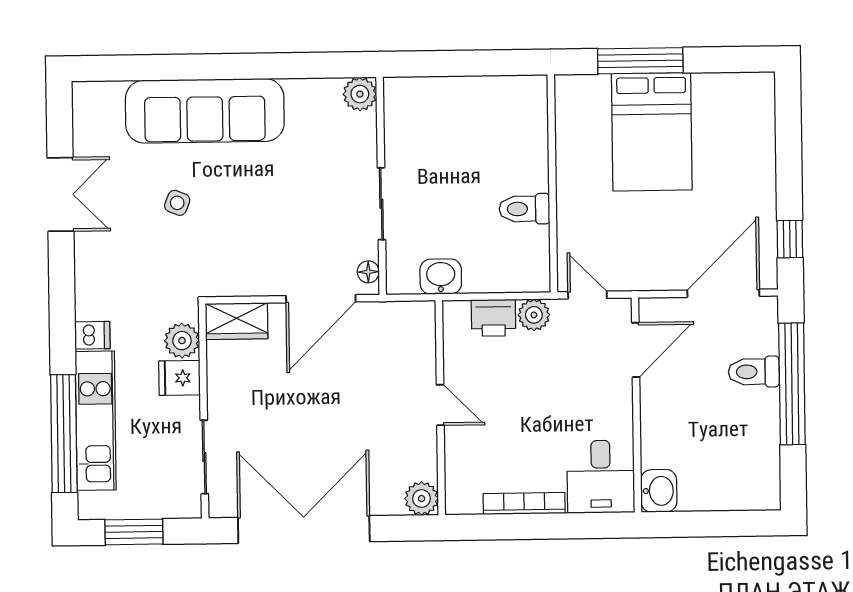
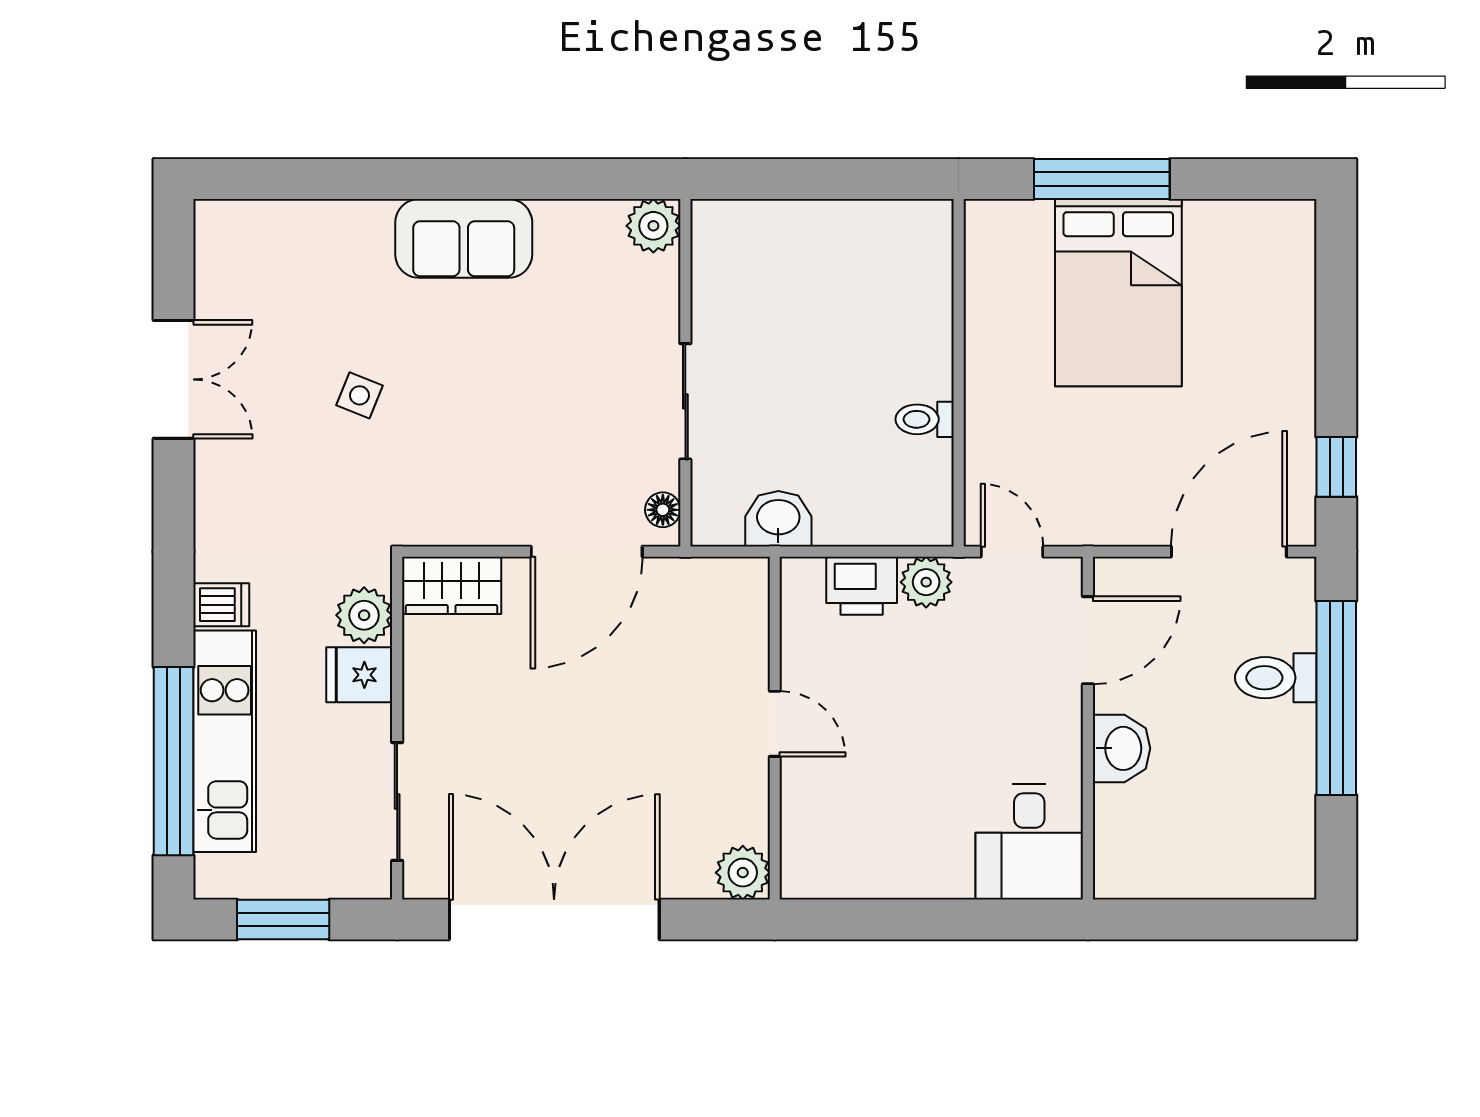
sofa: (205, 111) -> (464, 238), width x0.54, depth x0.79
toilet: (524, 209) -> (925, 419), width x0.73, depth x0.72
washbasin: (659, 491) -> (1121, 748), moved
bookcase: (524, 504) -> (906, 883), removed

